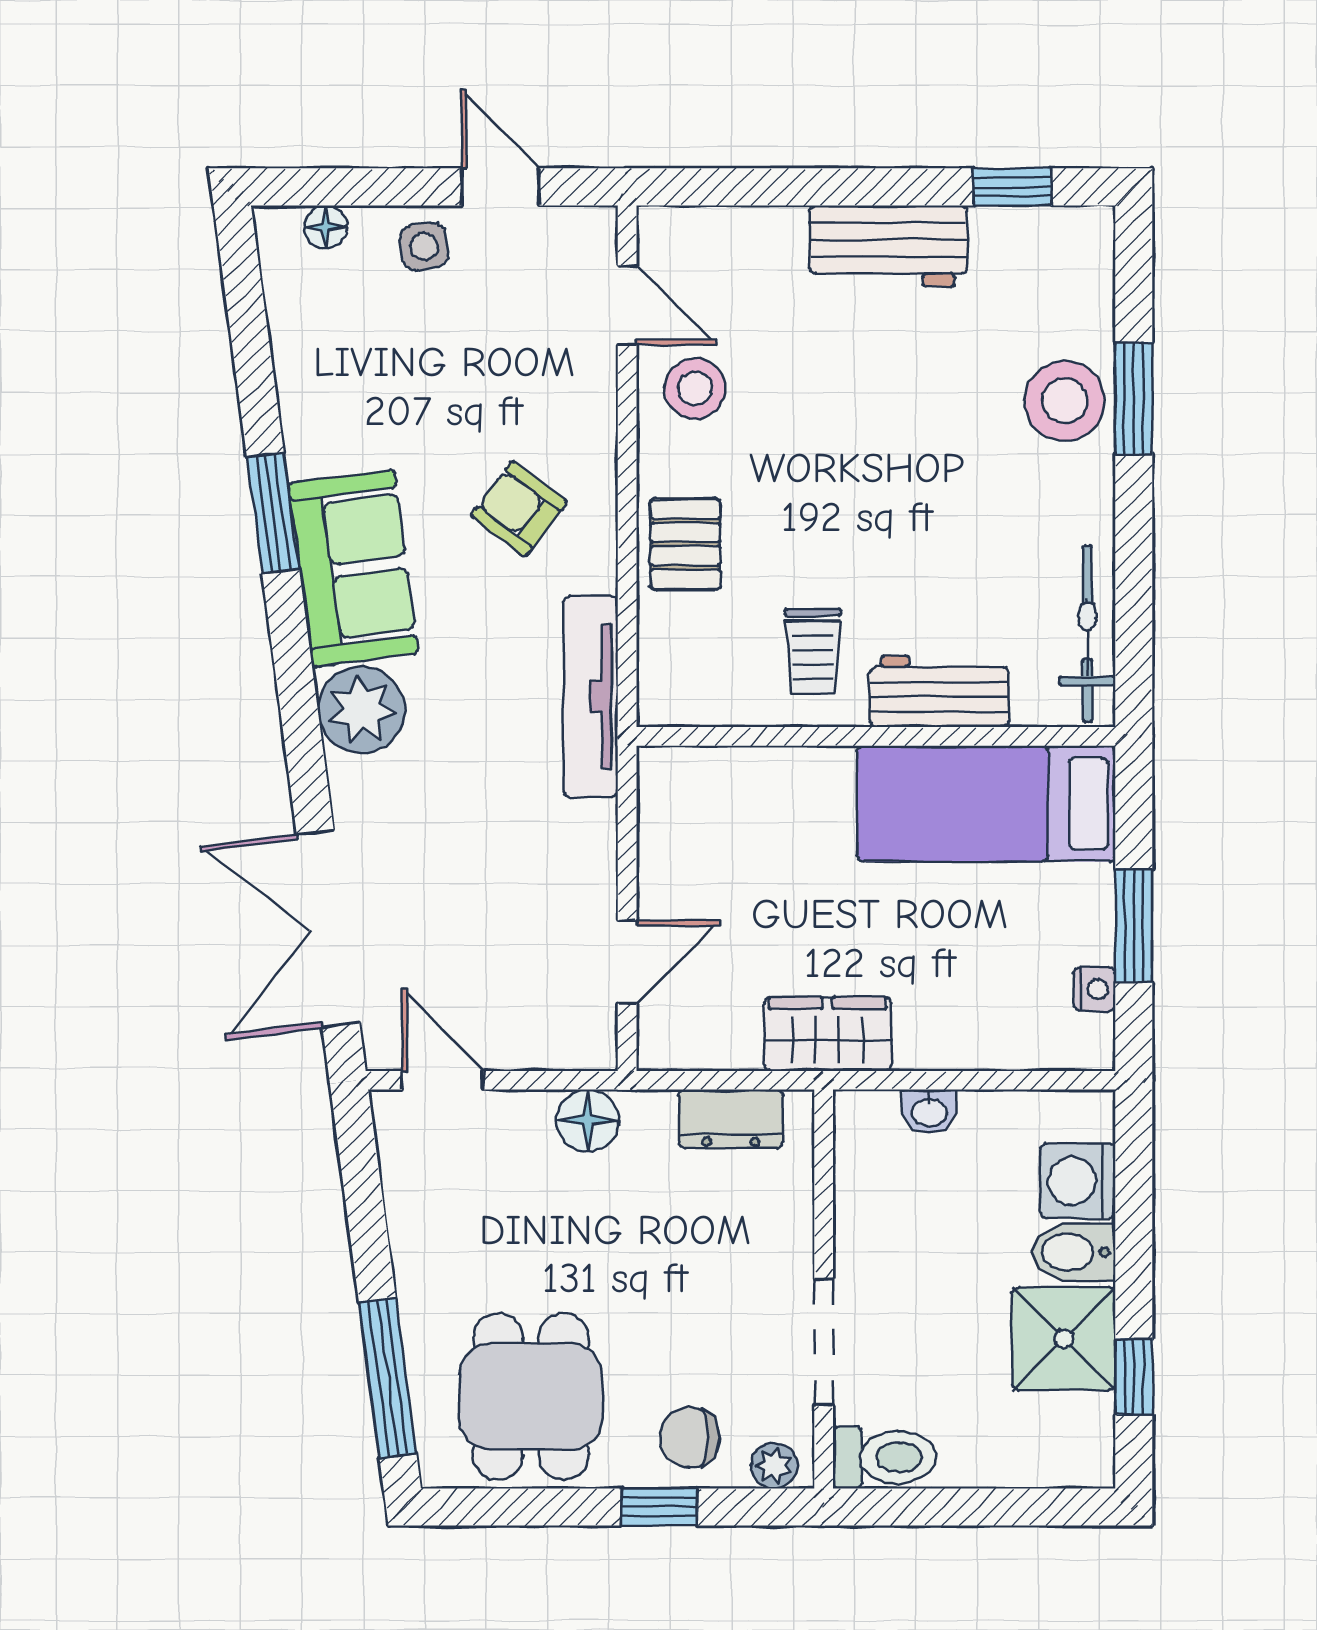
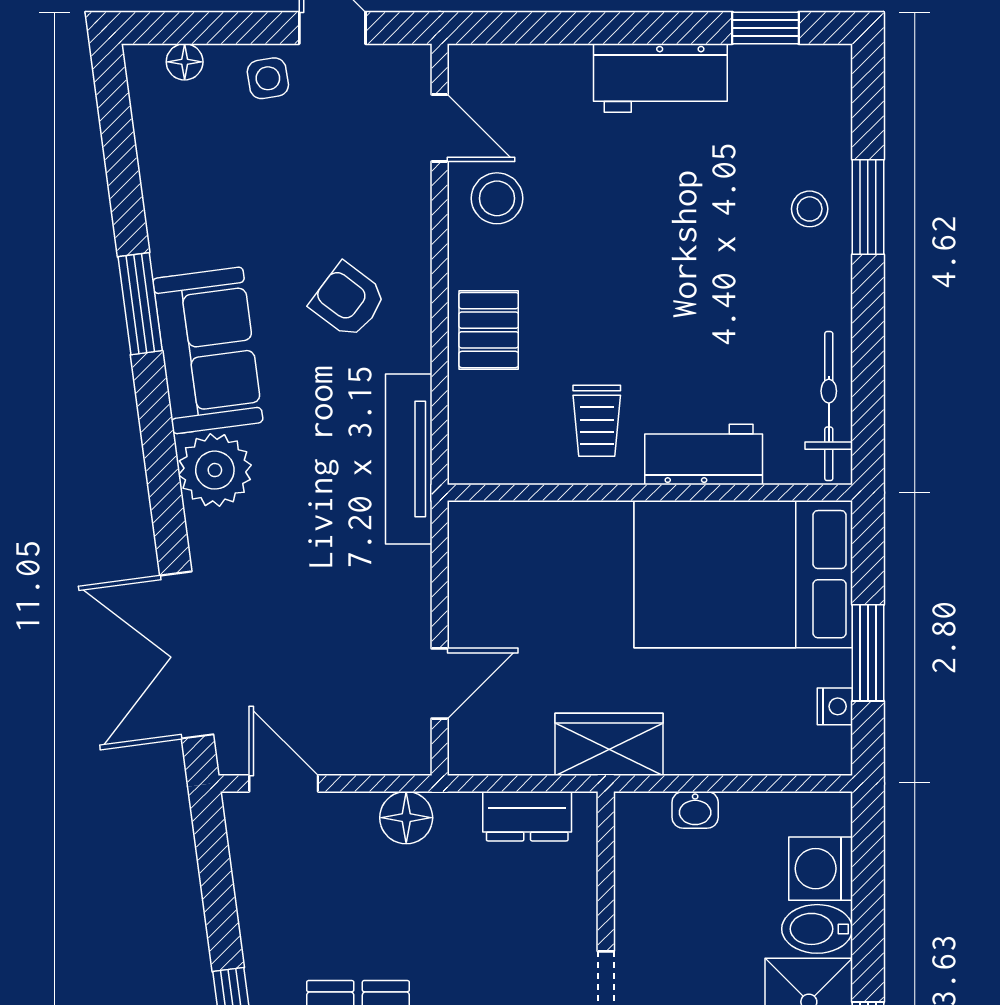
stool: (1065, 401) -> (810, 209), width x0.53, depth x0.53
bed: (986, 804) -> (743, 574), width x1.50

